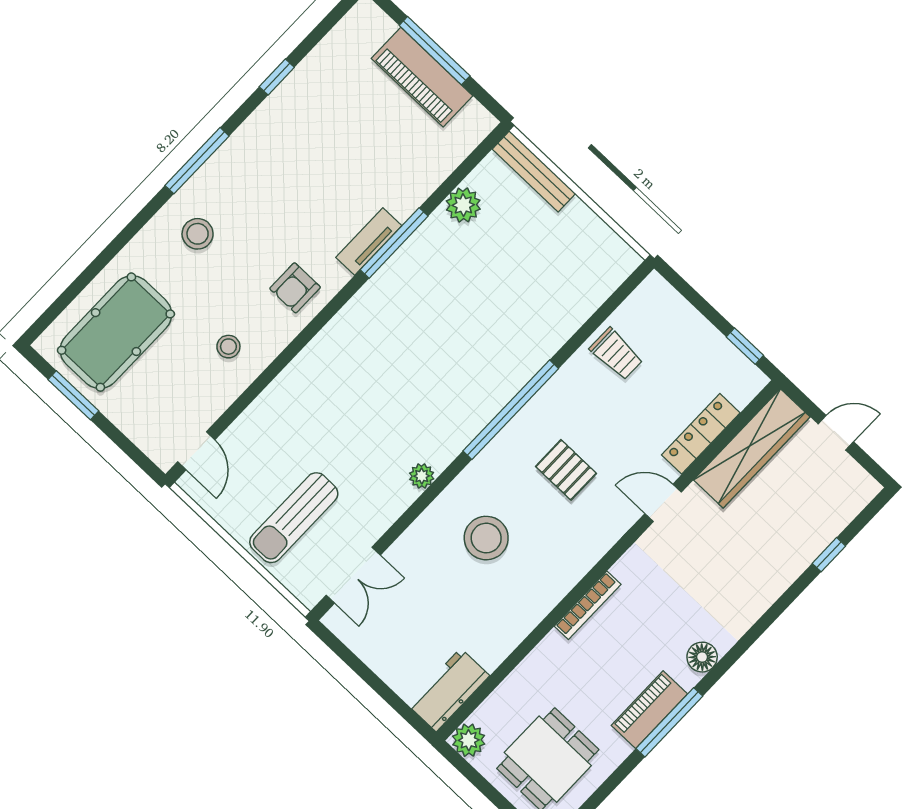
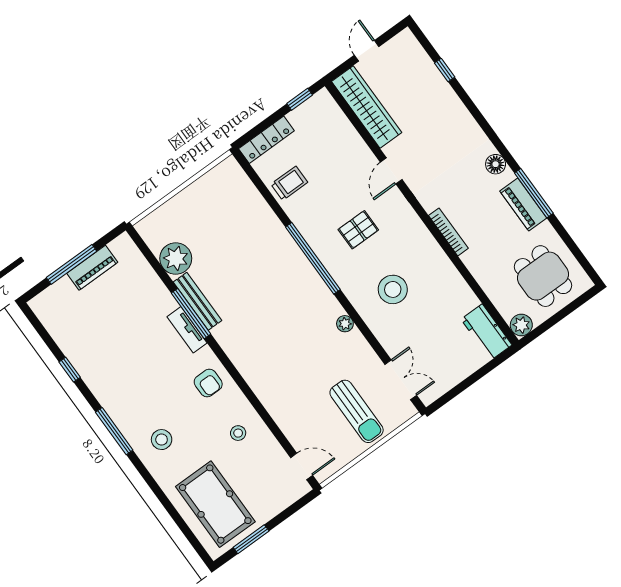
piano: (422, 77) -> (92, 268), width x0.73, depth x0.75
bench: (534, 171) -> (197, 301), moved, turned 90
plant: (463, 205) -> (176, 258), width x1.36, depth x1.36
locker: (701, 434) -> (266, 140), moved, turned -90

